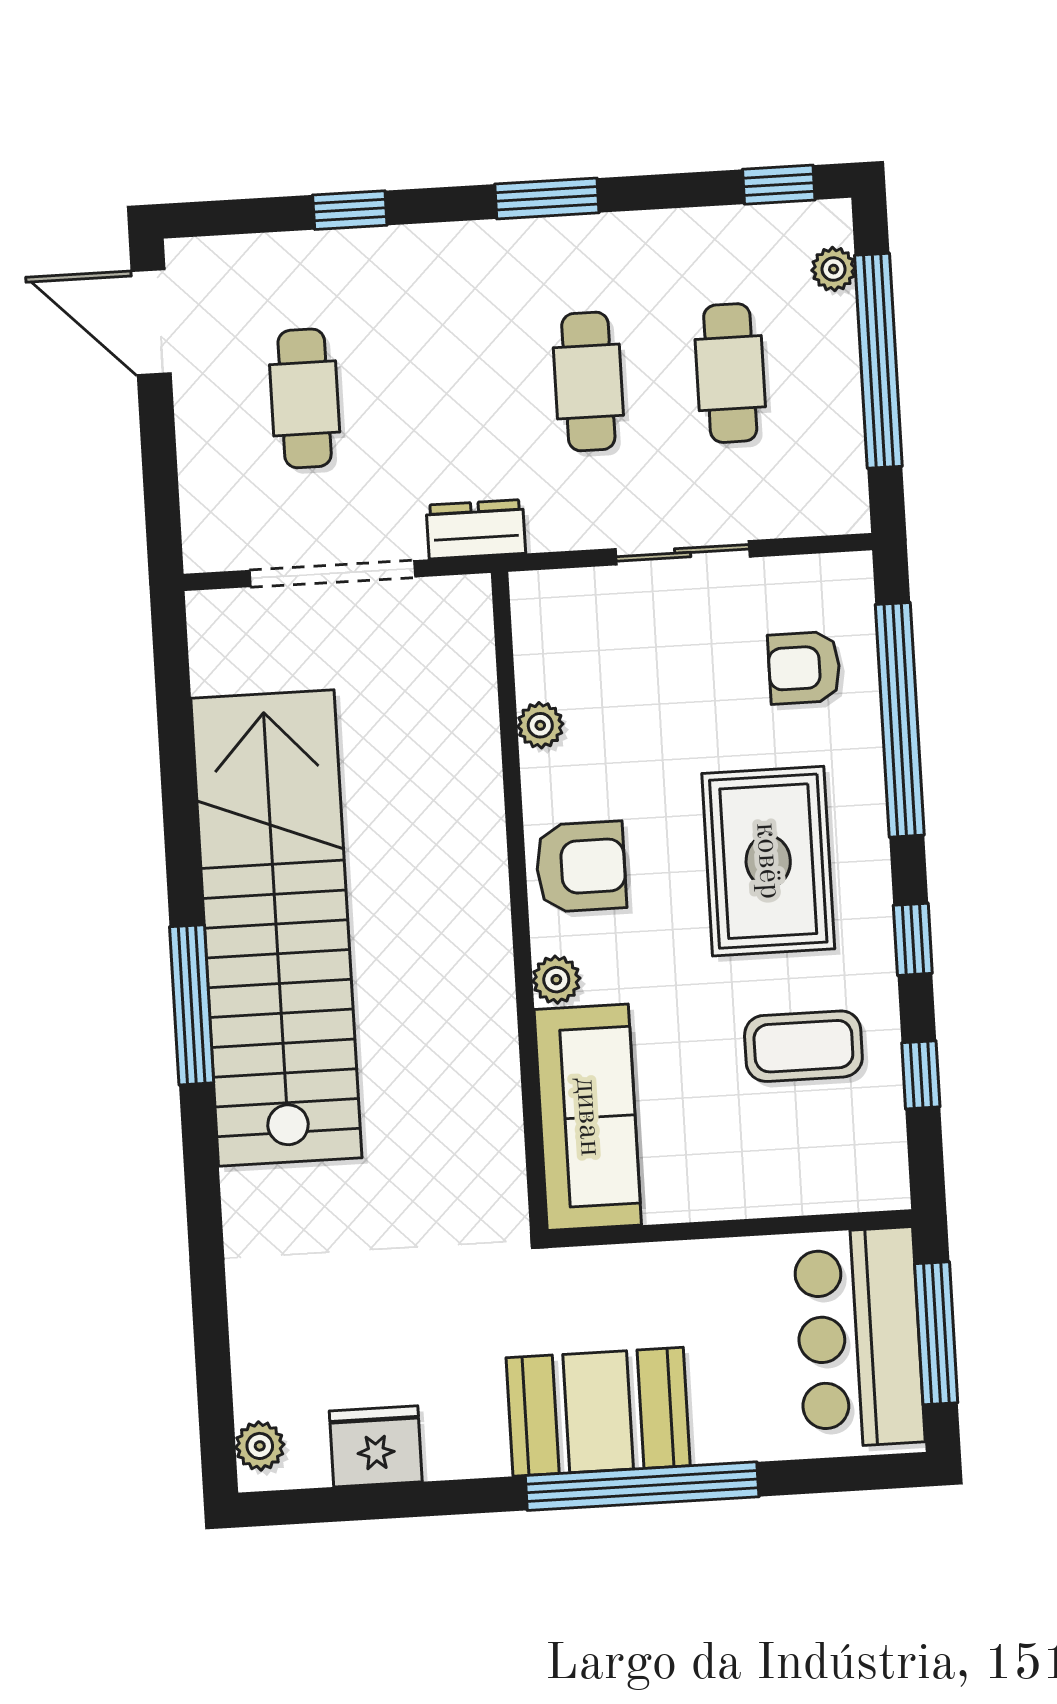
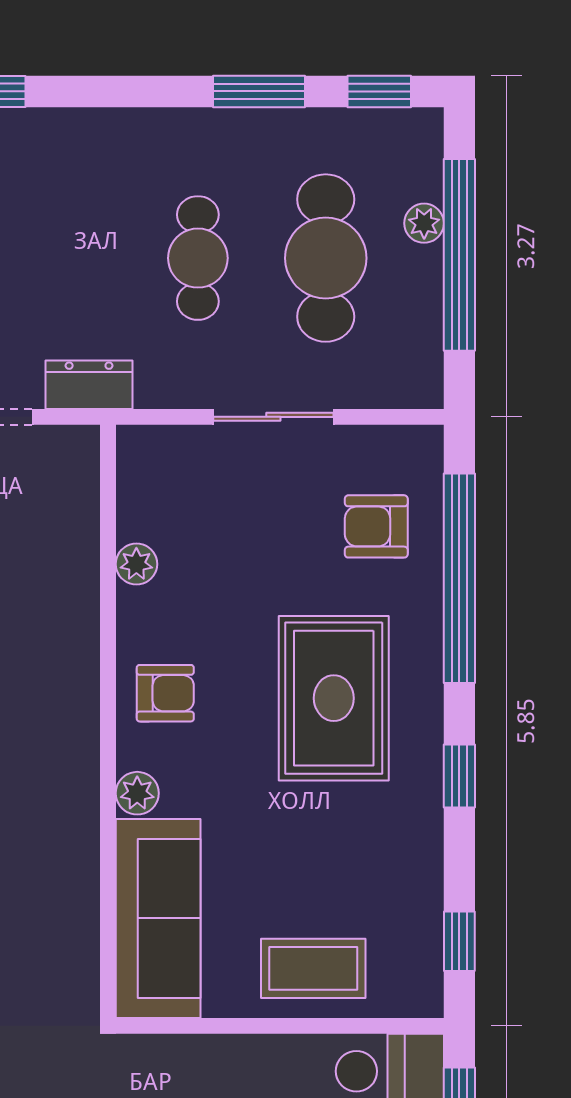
window: (547, 198) -> (259, 91), moved
plant: (834, 269) -> (424, 223), moved
cafe table: (730, 373) -> (326, 258), width x1.37, depth x1.35
armchair: (581, 867) -> (165, 693), width x0.72, depth x0.72
coffee table: (803, 1046) -> (313, 968), moved
window: (921, 1075) -> (459, 941), moved

